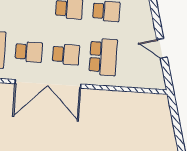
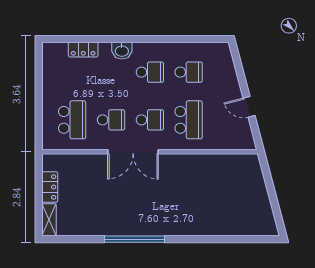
double door: (48, 84) -> (133, 152), width x0.73

